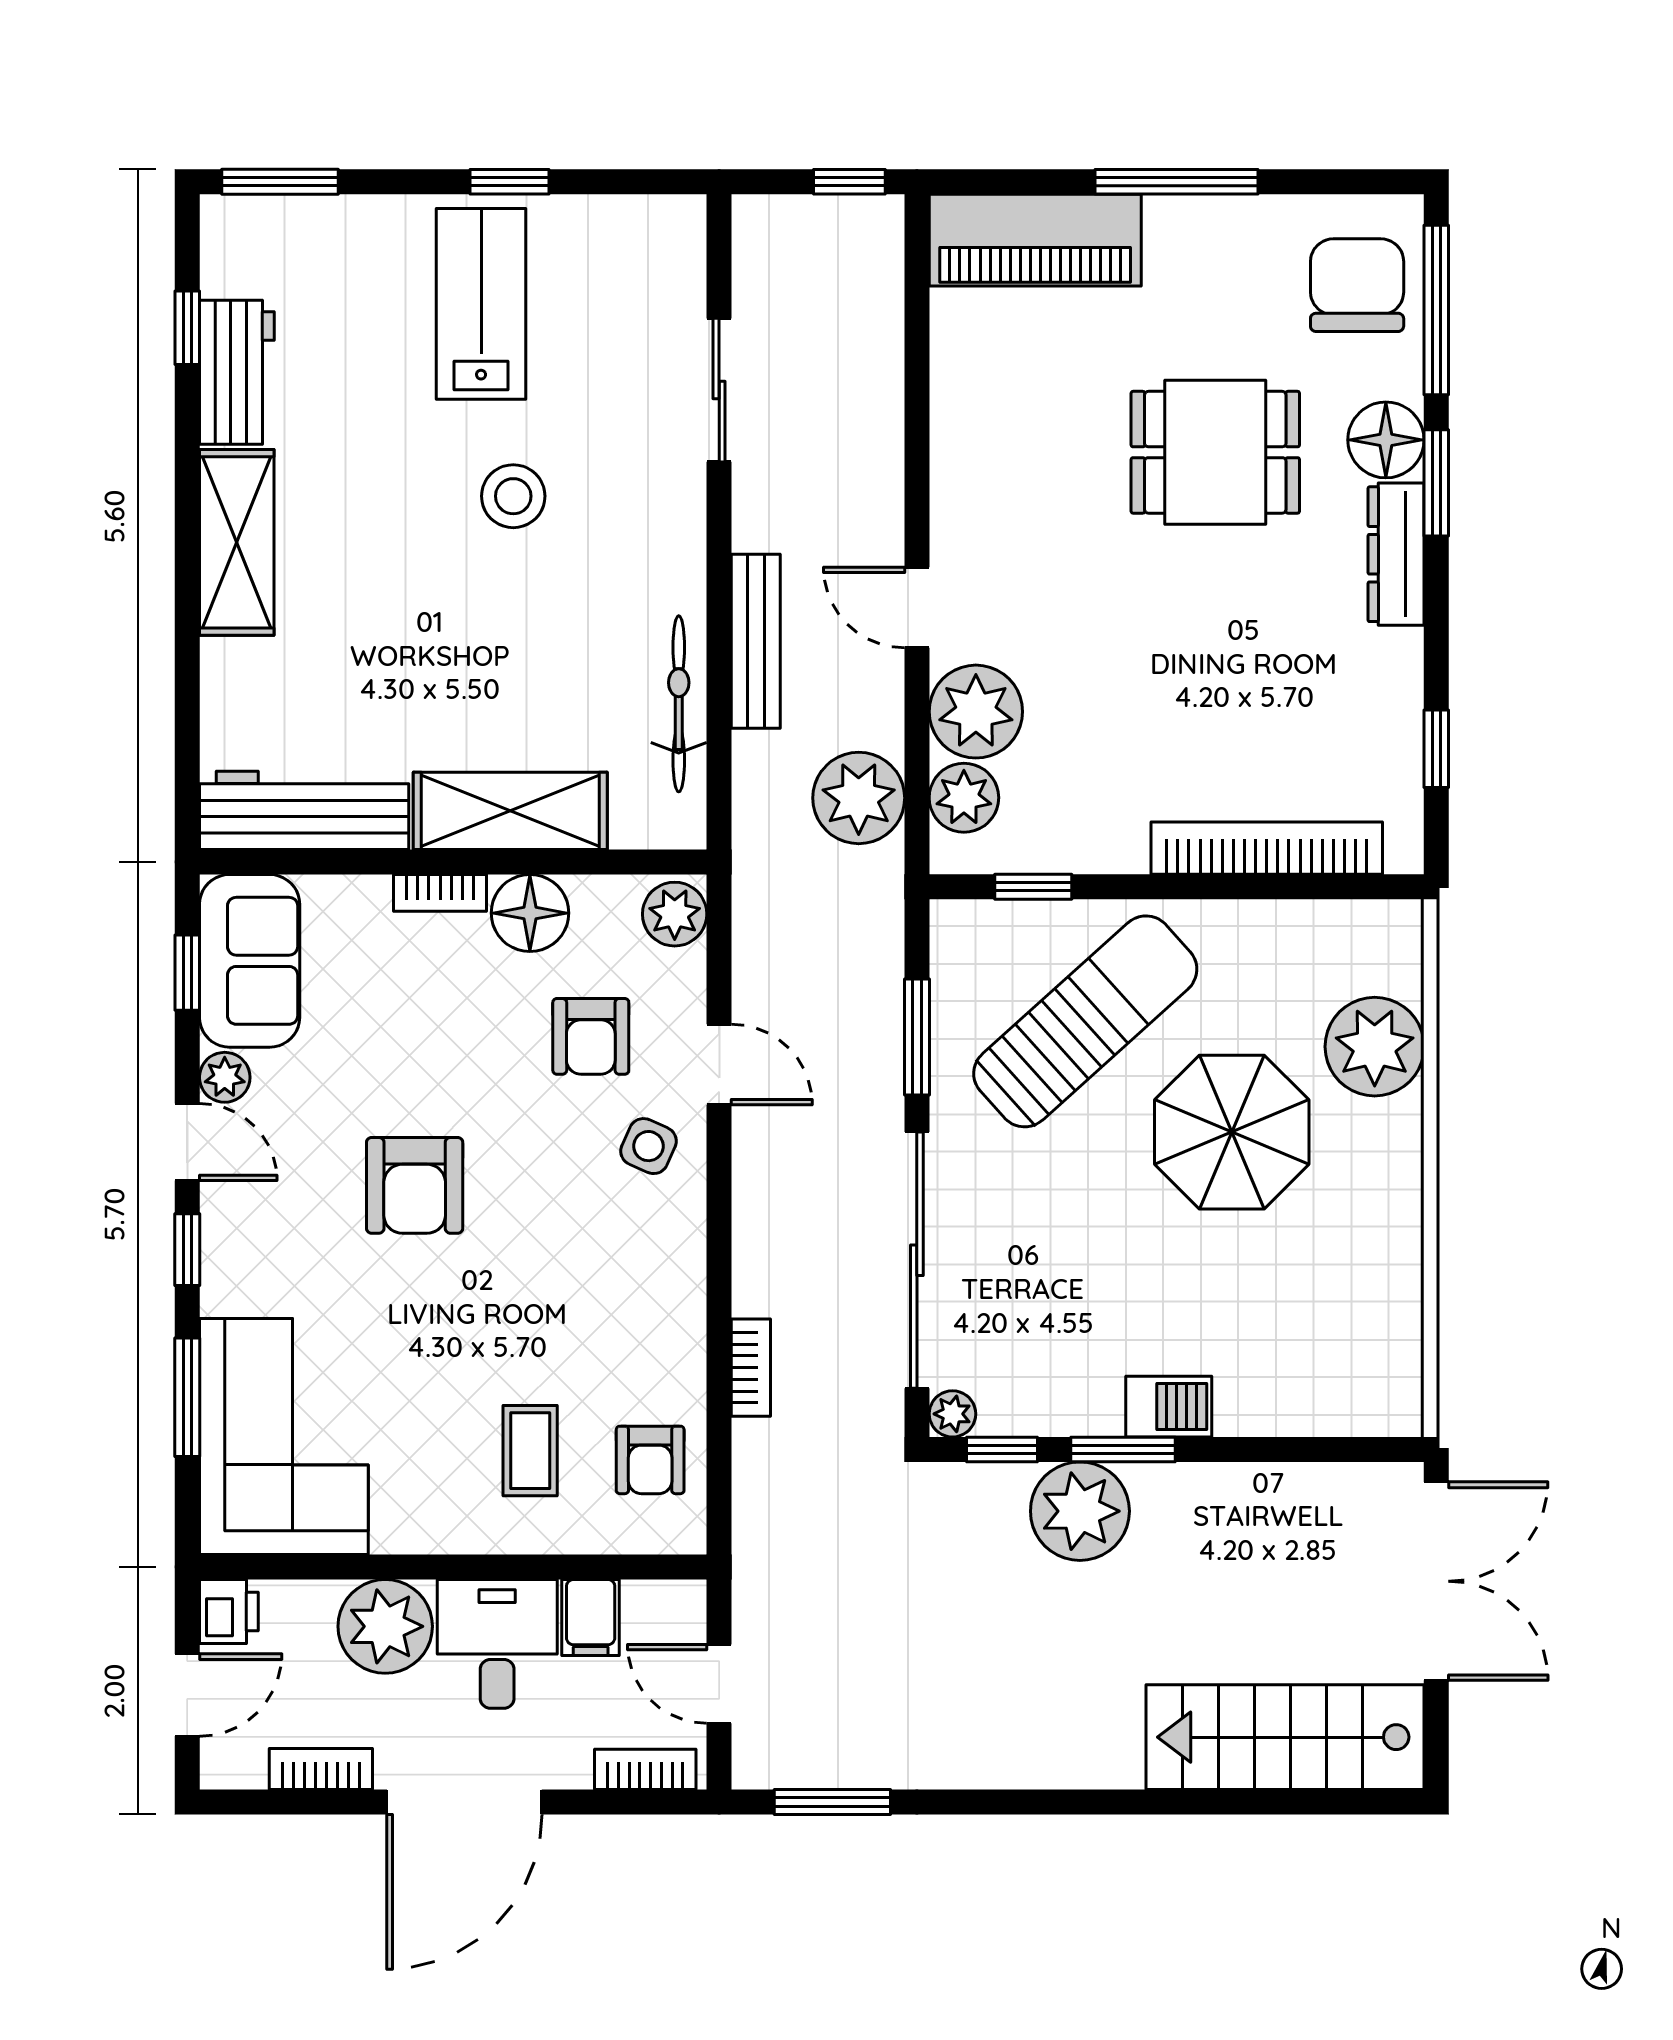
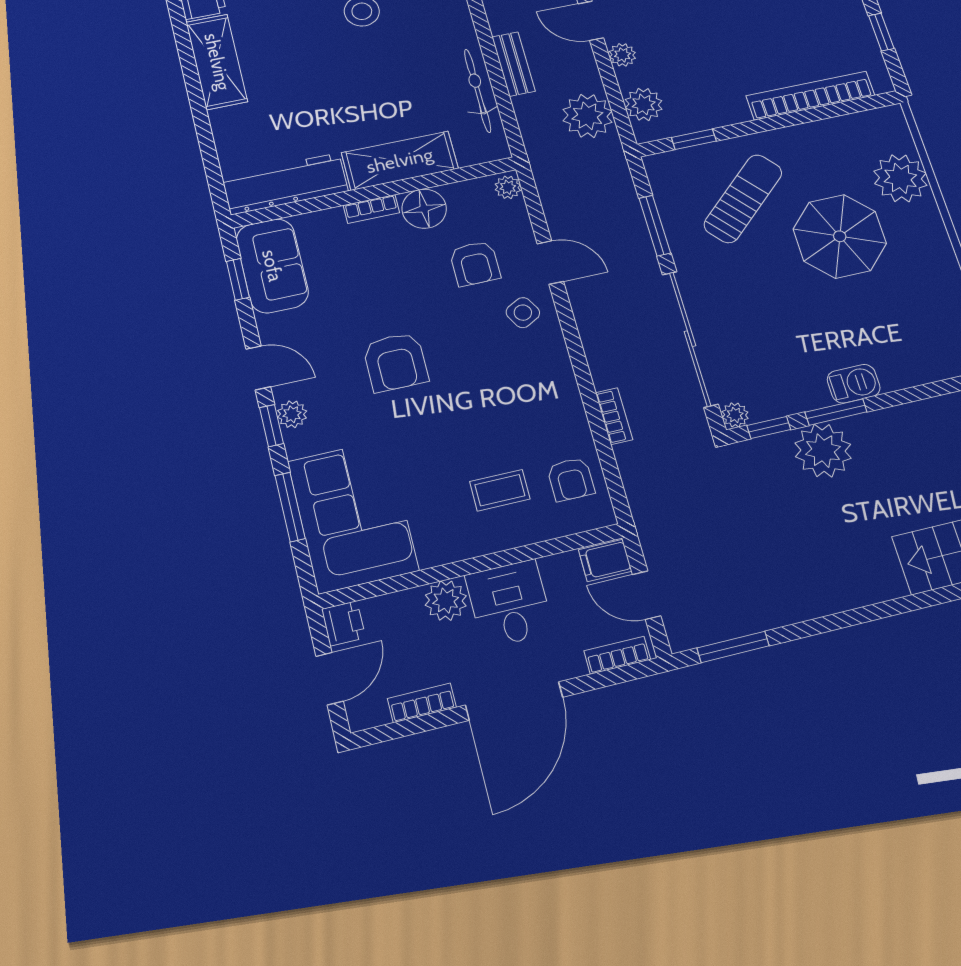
bench: (756, 641) -> (514, 64), width x0.73
plant: (976, 712) -> (622, 55), width x0.53, depth x0.53
plant: (675, 914) -> (508, 187), width x0.73, depth x0.73
sun lounger: (1085, 1021) -> (743, 199), width x0.73, depth x0.75
plant: (225, 1077) -> (292, 414), moved
side table: (648, 1146) -> (523, 313), turned 37
coffee table: (530, 1451) -> (500, 490), turned 90
filing cabinet: (591, 1617) -> (605, 560), moved, turned 90
plant: (385, 1626) -> (446, 601), width x0.73, depth x0.73

